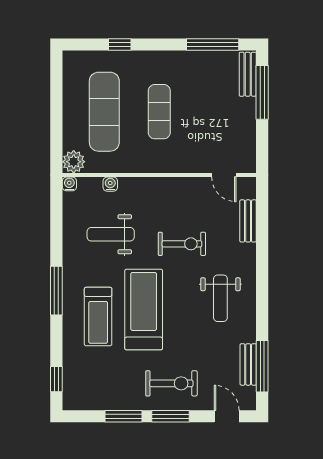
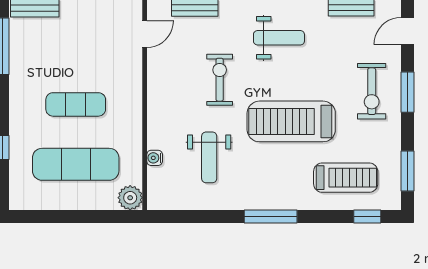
water cooler: (69, 184) -> (154, 202), removed
treadmill: (98, 317) -> (346, 178), moved
exercise bike: (171, 383) -> (372, 91), turned 180
window: (123, 416) -> (408, 171), moved

